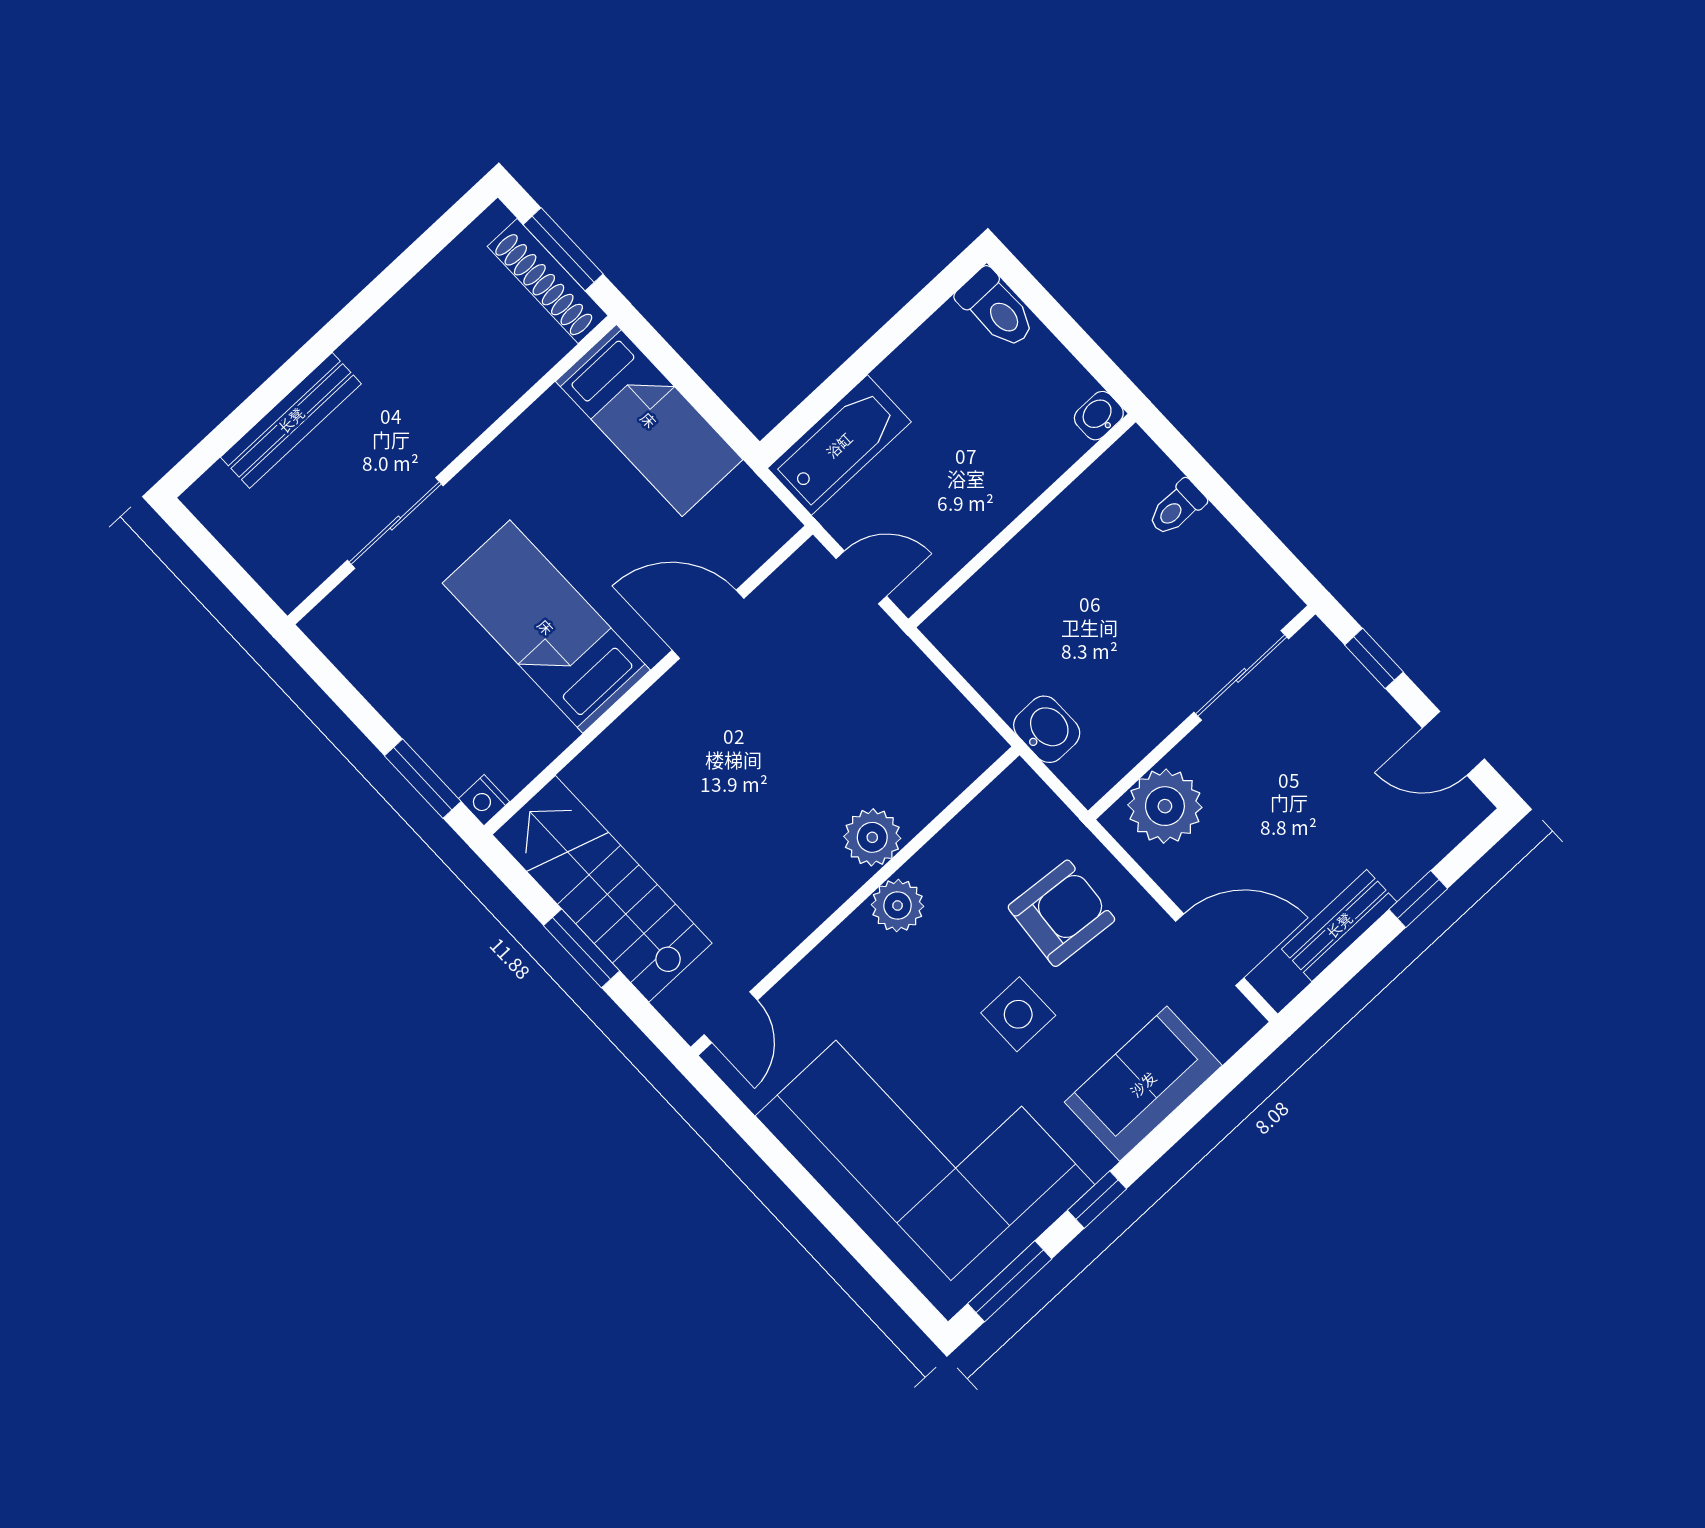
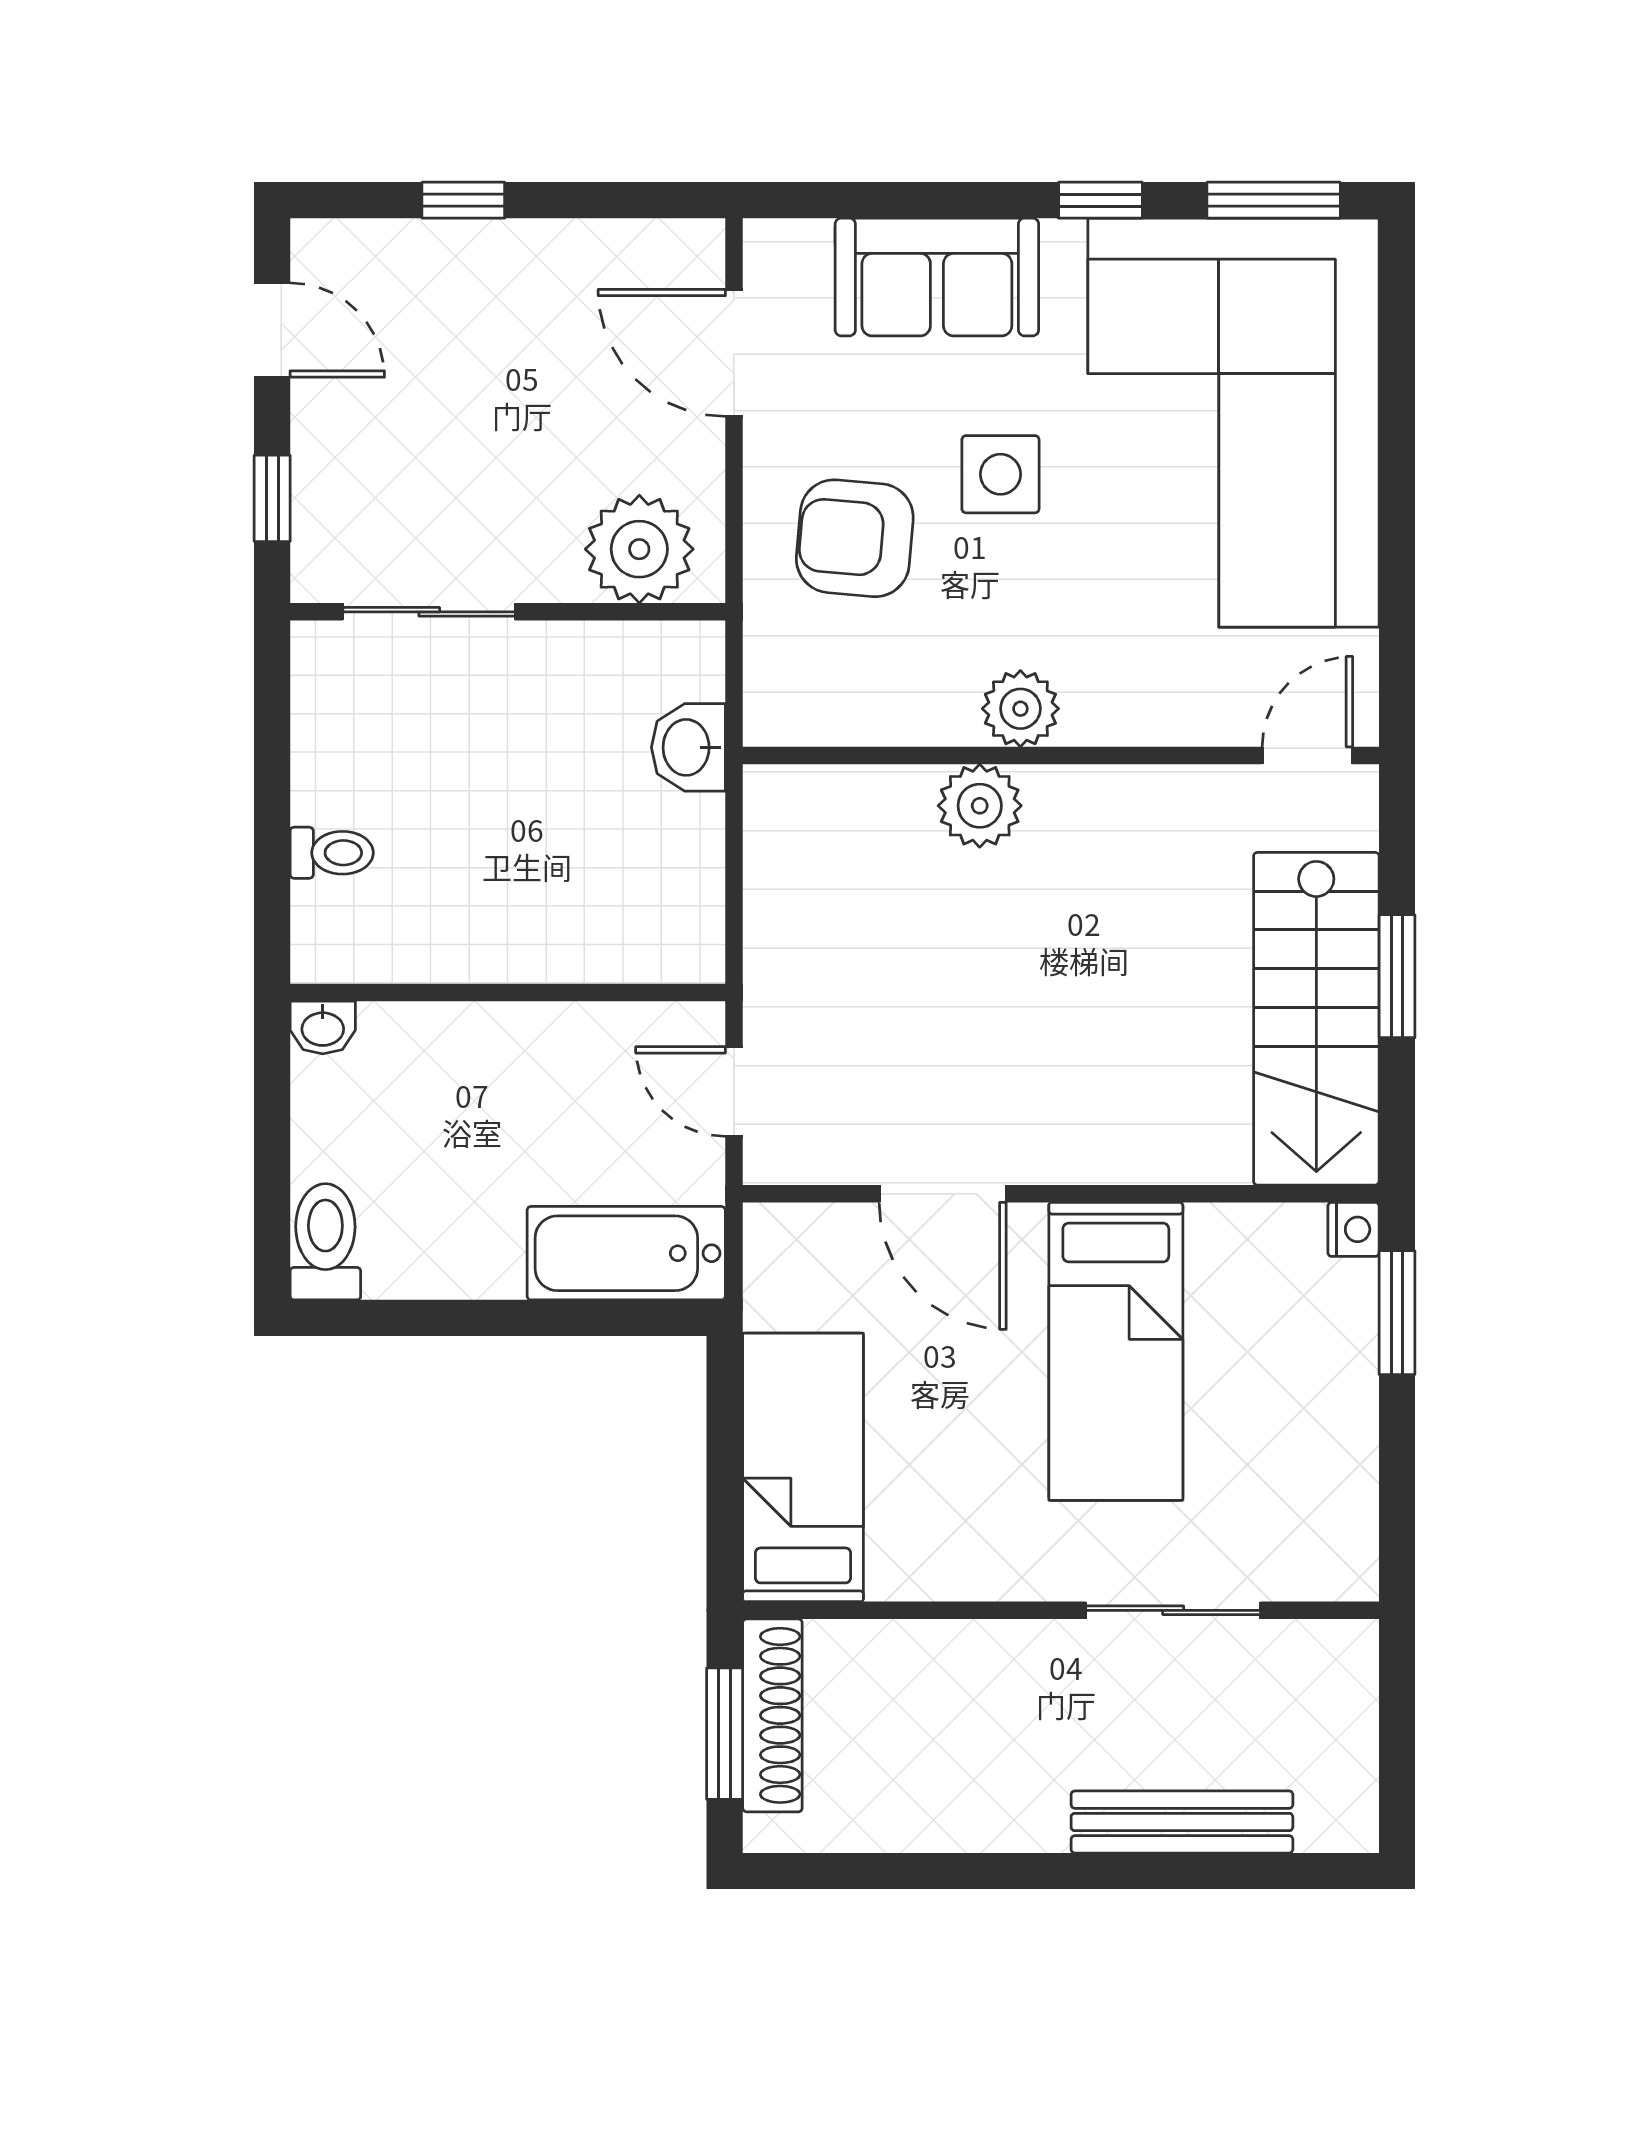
bench: (1339, 925) -> (573, 250), removed

